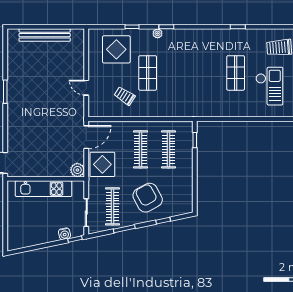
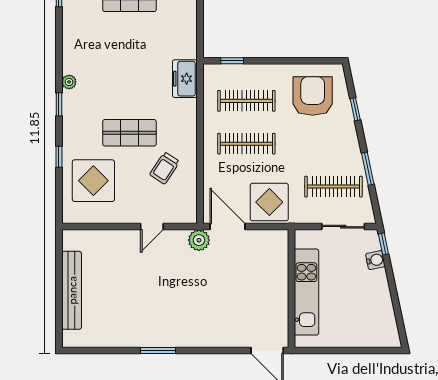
plant: (158, 33) -> (69, 82), moved
freezer: (183, 109) -> (185, 79), added
plant: (77, 170) -> (199, 240), moved
armchair: (148, 198) -> (313, 96), moved, turned 119

